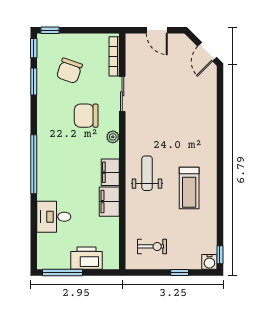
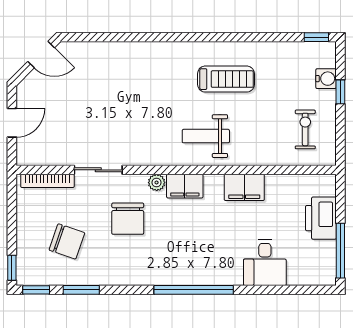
filing cabinet: (110, 172) -> (185, 186), moved
water cooler: (209, 262) -> (326, 79), moved

